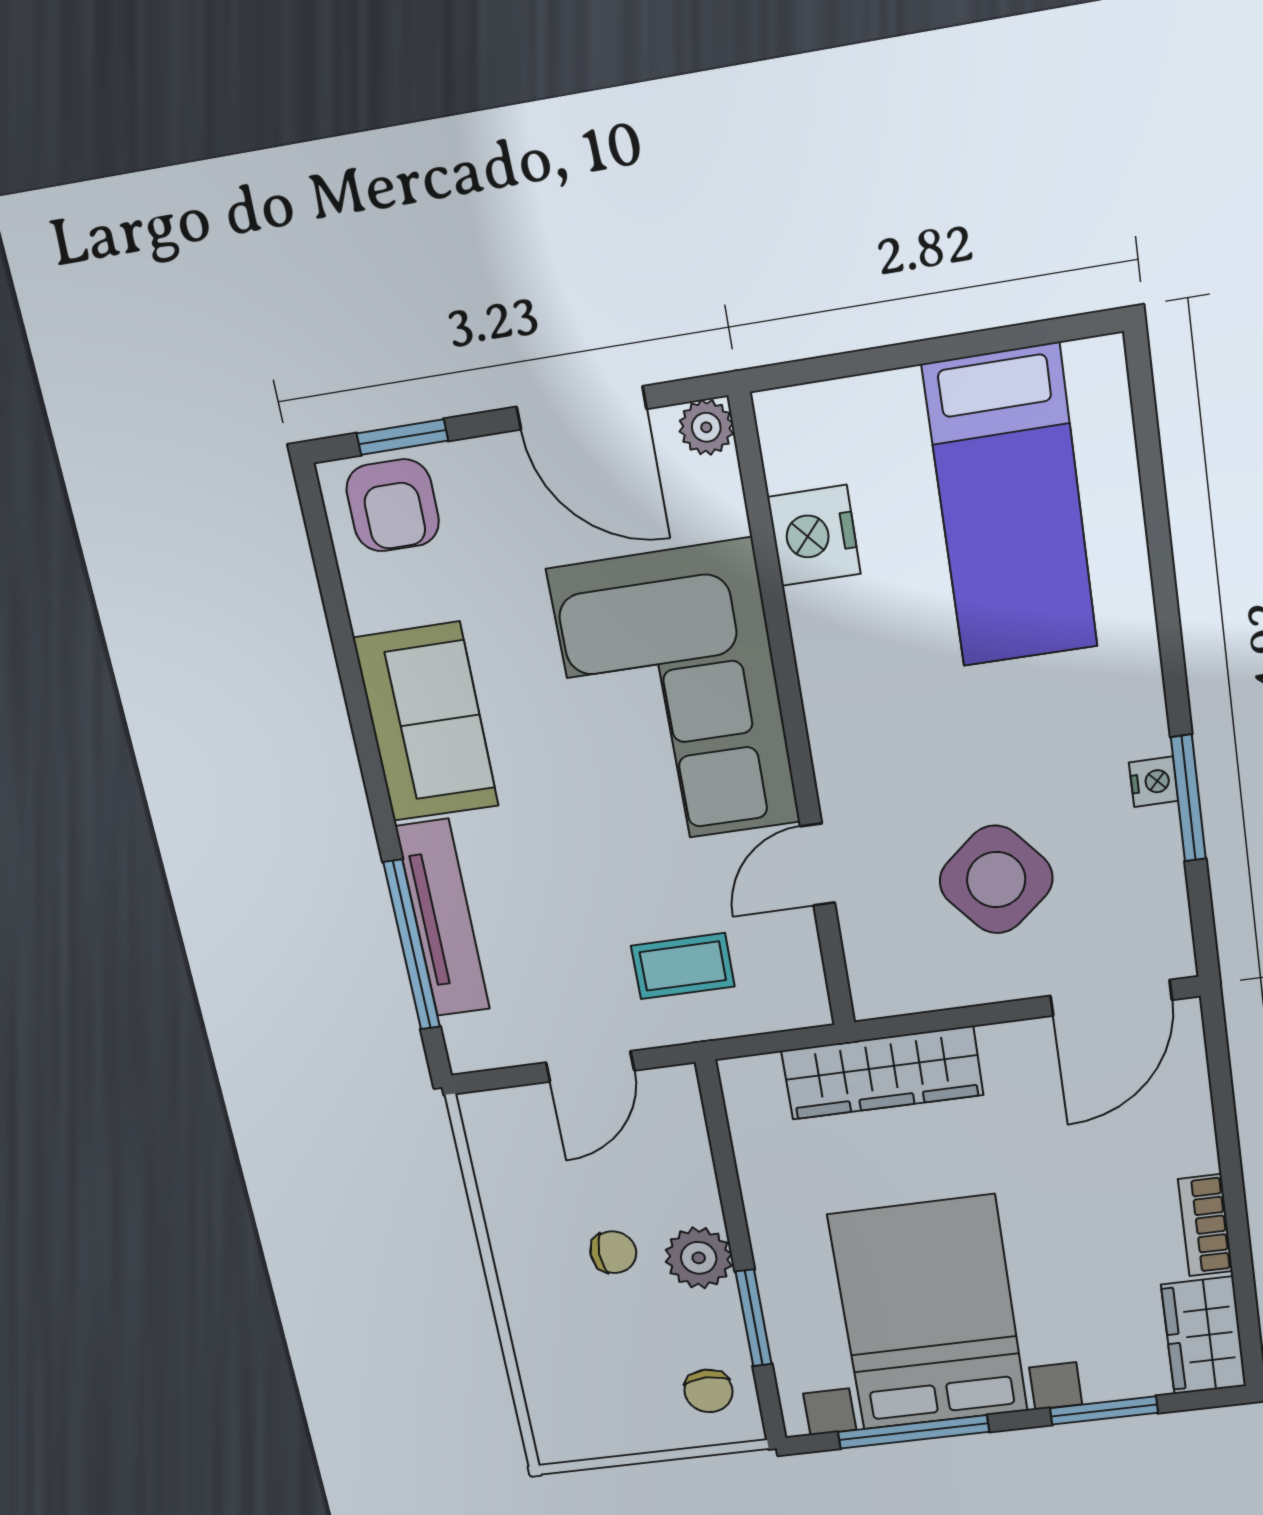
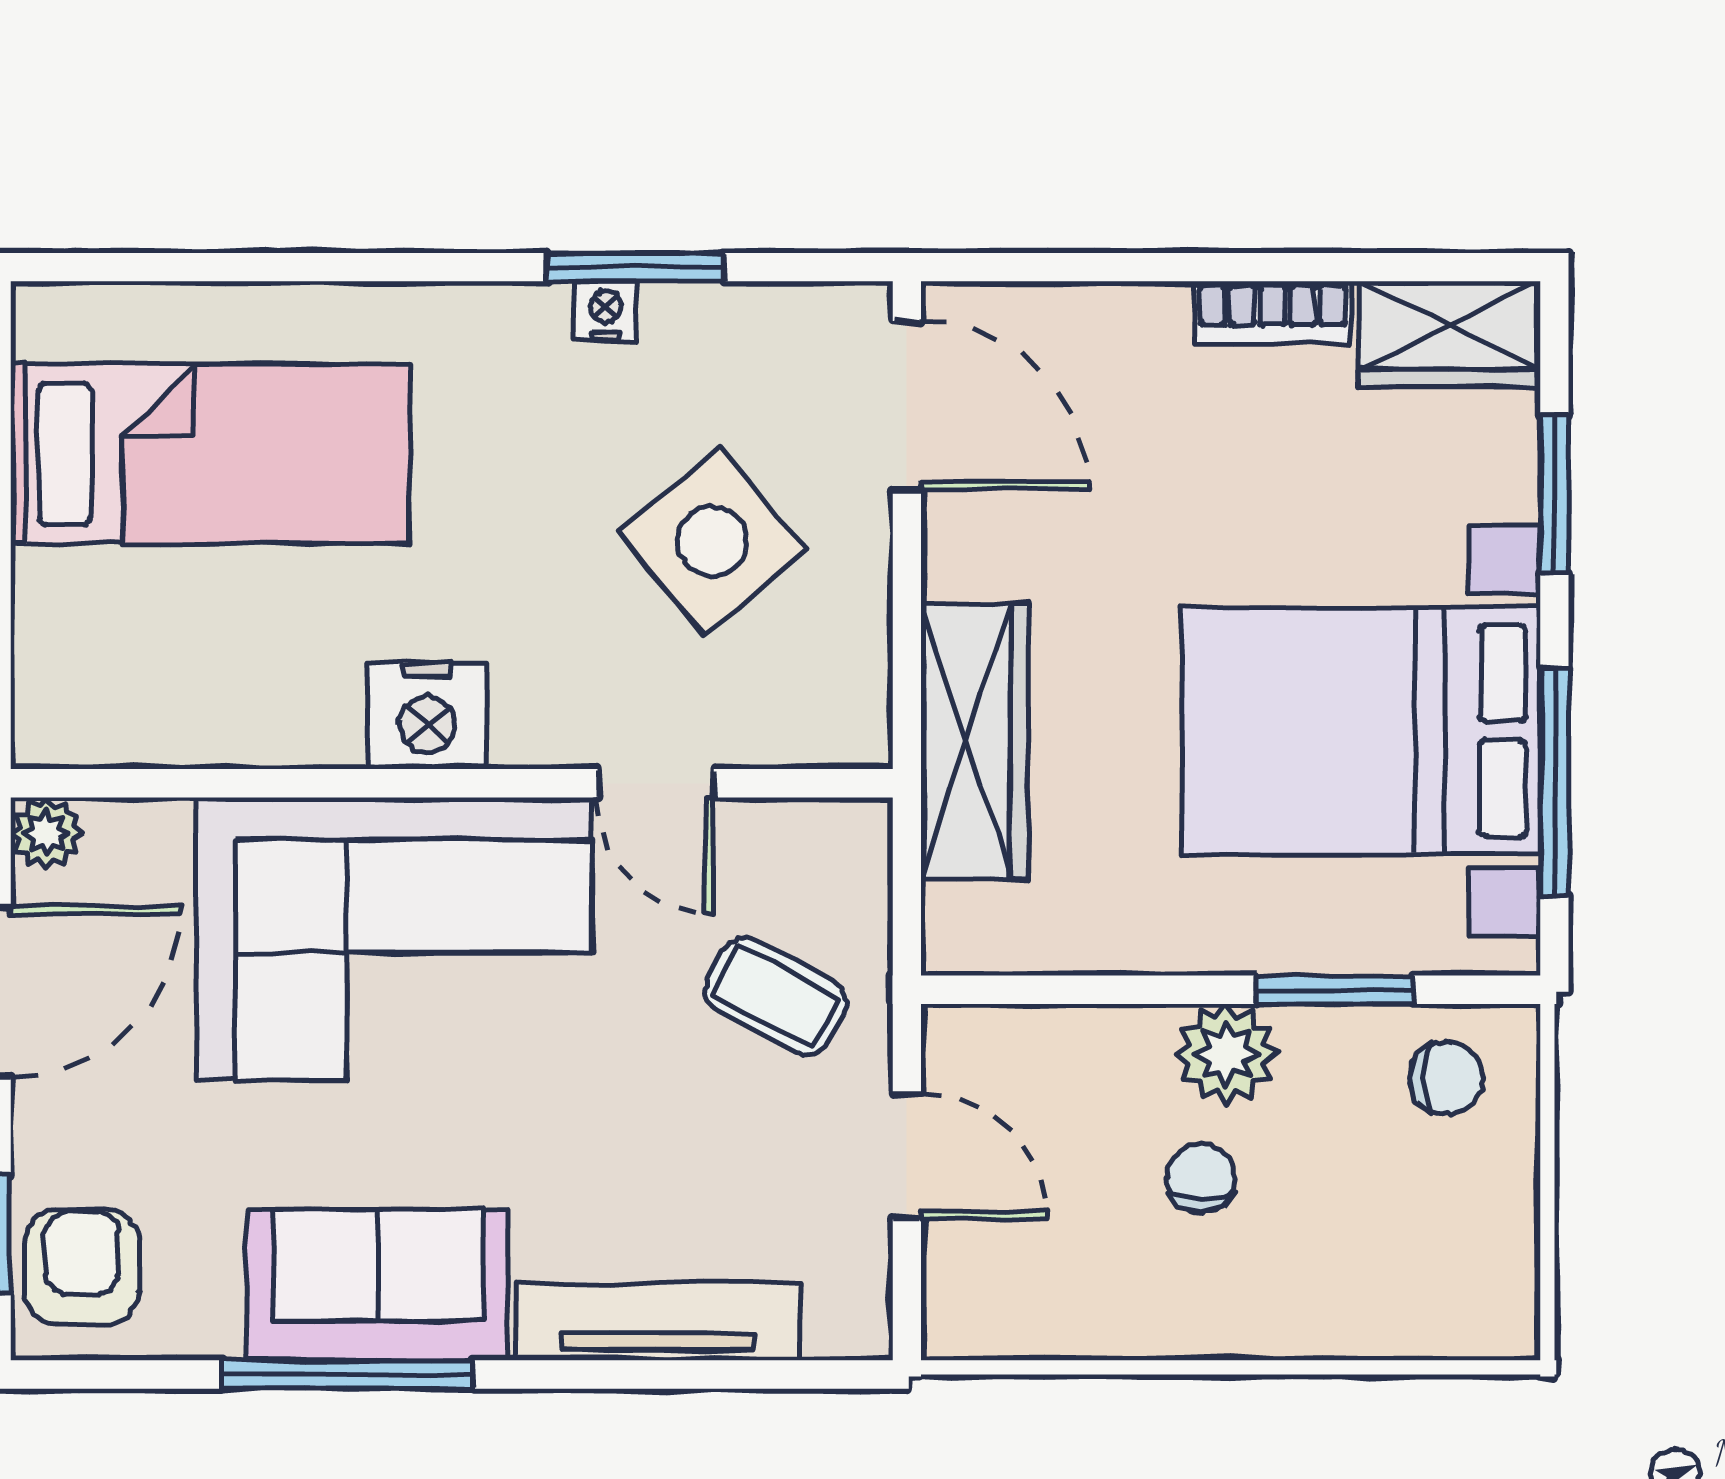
armchair: (393, 505) -> (82, 1267), turned -90
nightstand: (814, 535) -> (427, 716), moved
window: (412, 945) -> (347, 1374), moved
coffee table: (683, 966) -> (776, 996), turned -62

